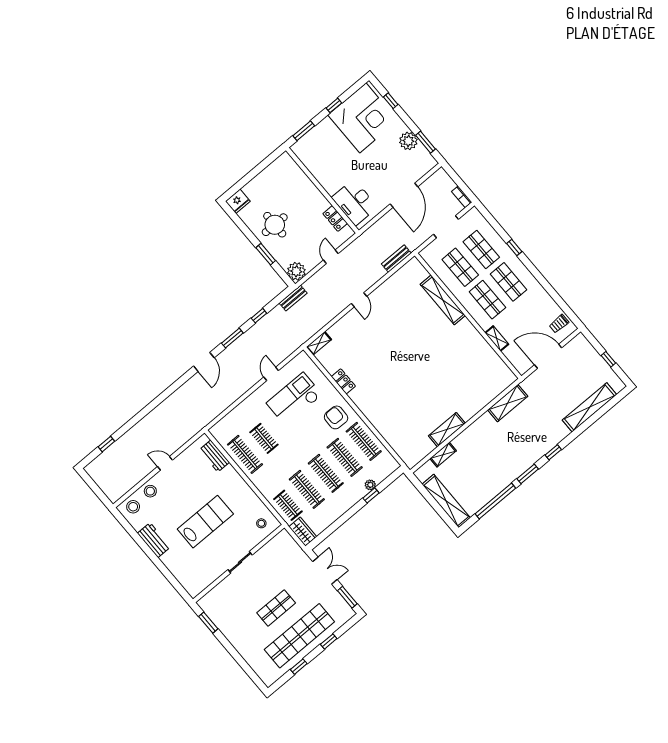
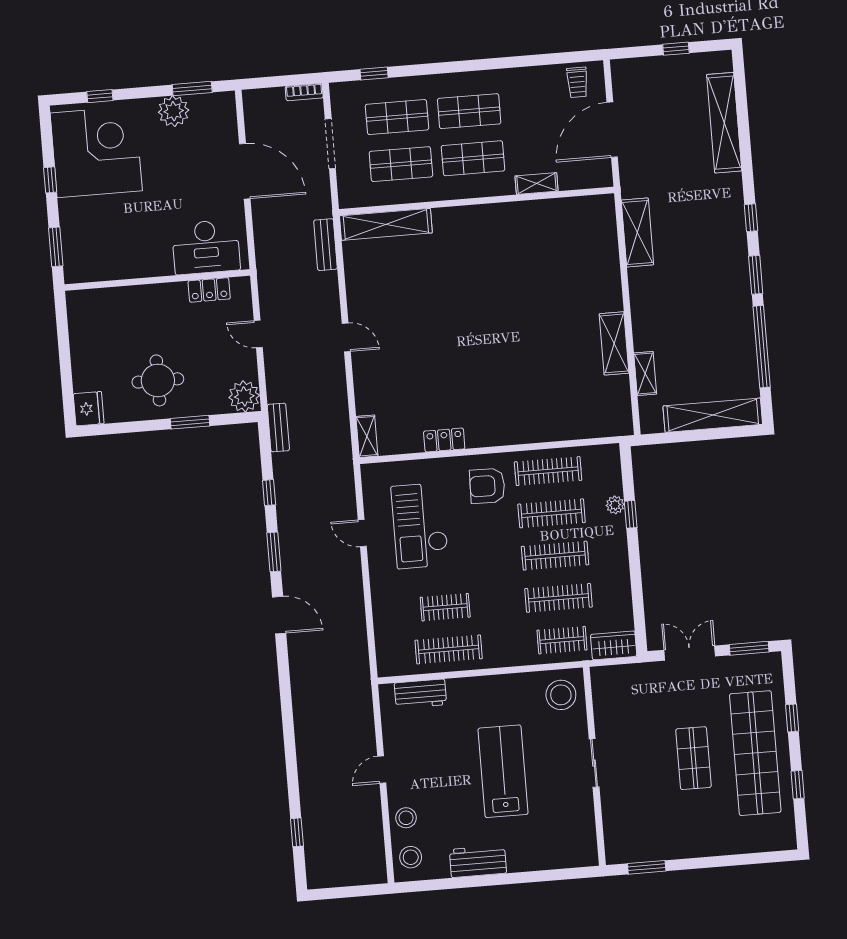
window: (514, 248) -> (374, 74), moved
shelving: (443, 300) -> (386, 224), moved
stool: (261, 523) -> (561, 695), width x1.89, depth x1.89

